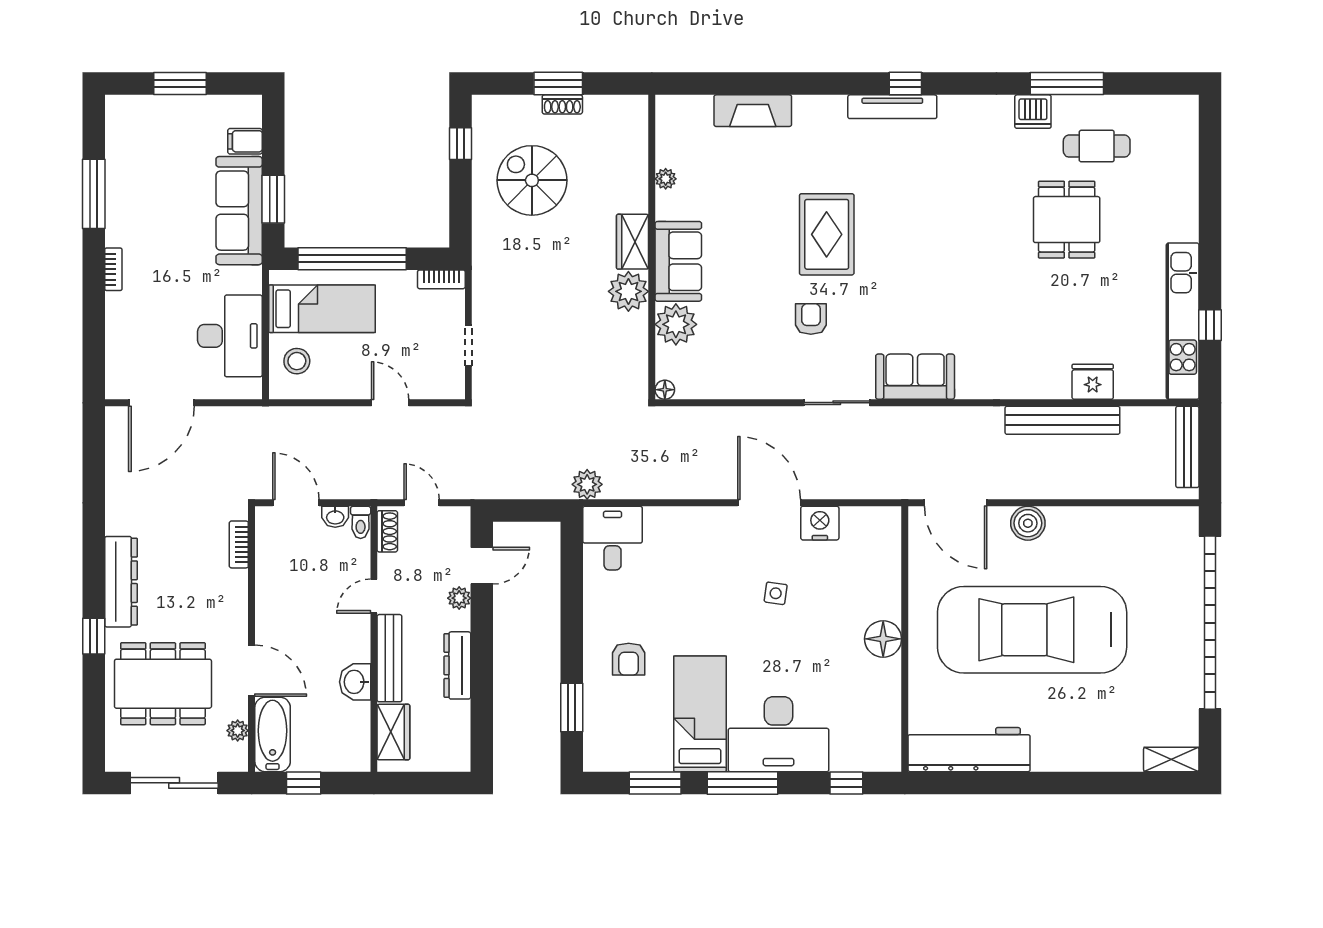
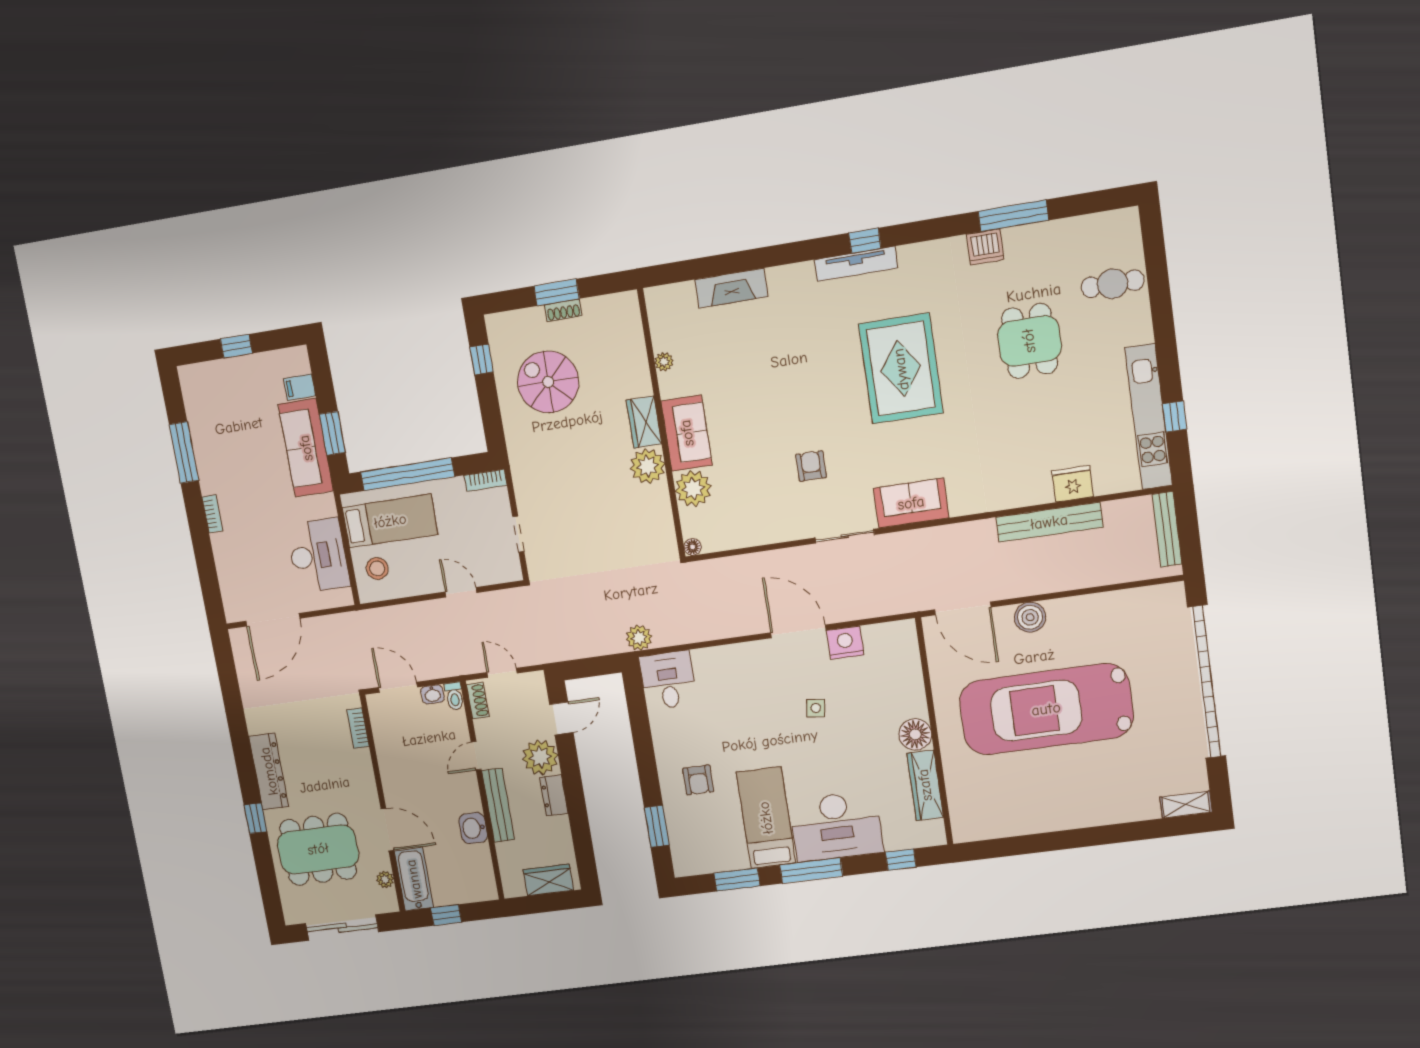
window: (180, 84) -> (236, 346), width x0.67
cafe table: (1097, 146) -> (1113, 284), moved
rug: (827, 234) -> (901, 369), moved, width x1.37, depth x1.44
plant: (459, 598) -> (540, 757), width x1.87, depth x1.87
dresser: (457, 665) -> (554, 795), width x0.70
wardrobe: (886, 699) -> (925, 785), added
wardrobe: (393, 732) -> (548, 880), moved, turned -90
workbench: (969, 750) -> (1004, 819), removed

